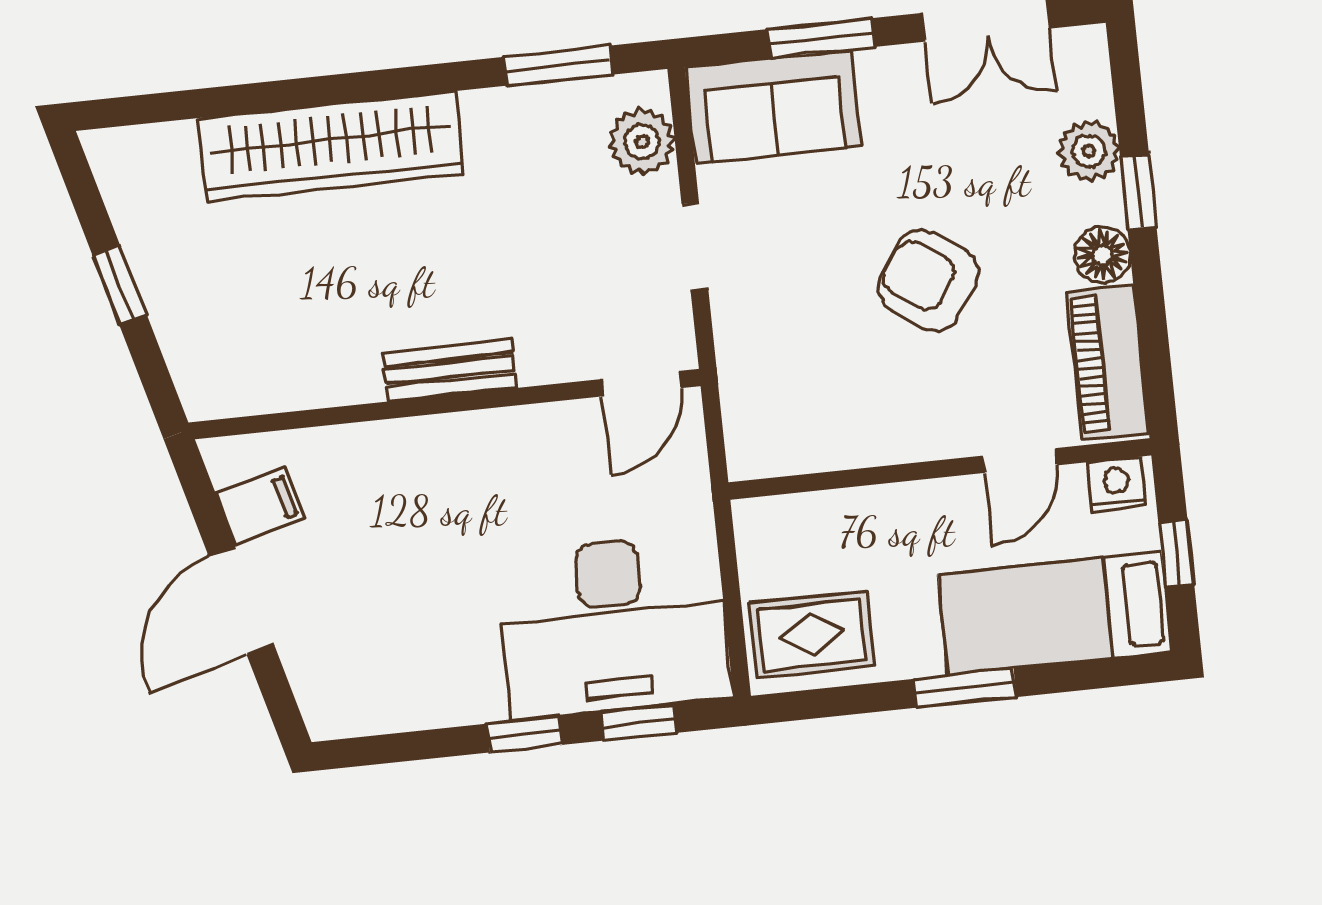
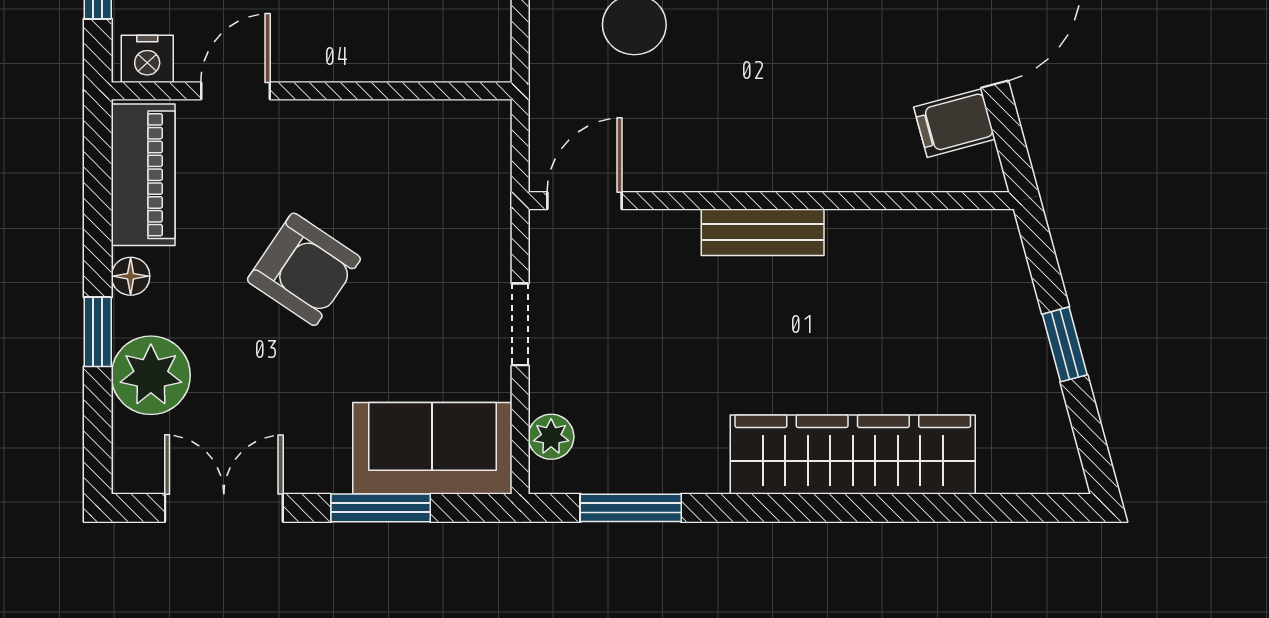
plant: (642, 142) -> (551, 437), width x0.73, depth x0.73
plant: (1089, 151) -> (151, 375), width x1.36, depth x1.36
floor lamp: (1102, 255) -> (131, 276), width x0.73, depth x0.73

